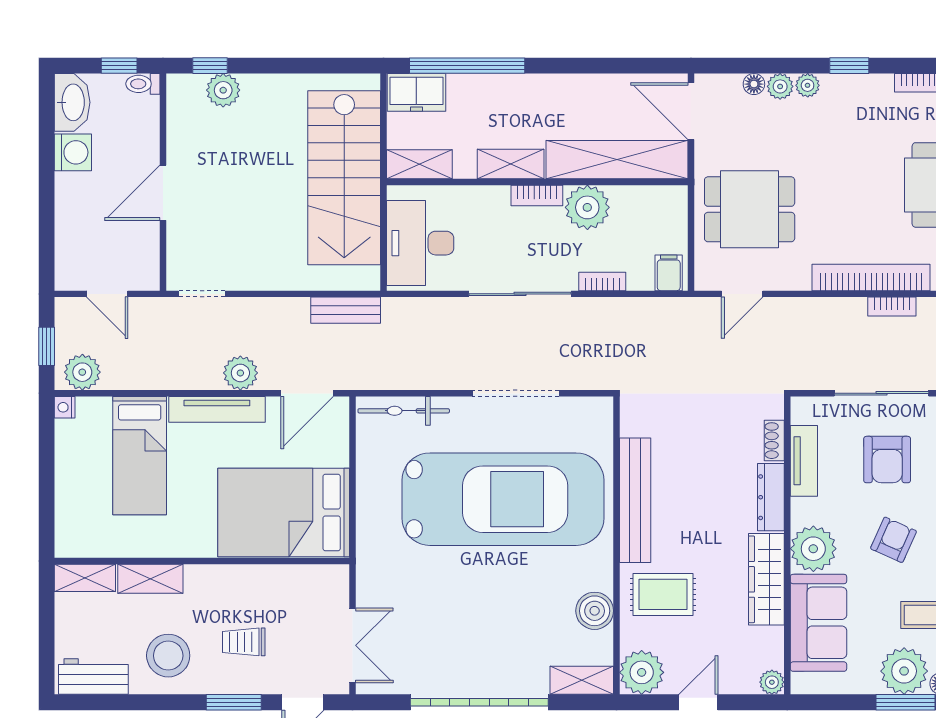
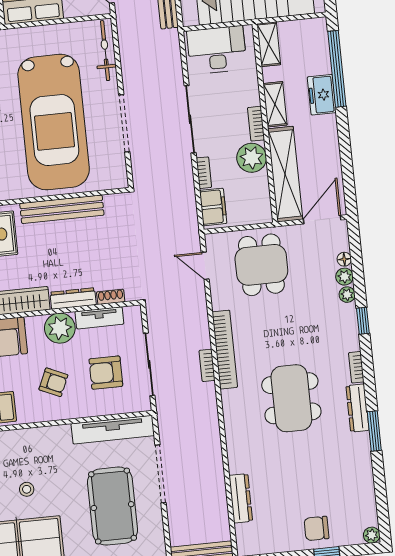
freezer: (416, 92) -> (322, 95), moved
filing cabinet: (669, 273) -> (213, 207), width x2.00
plant: (813, 549) -> (60, 328), moved

